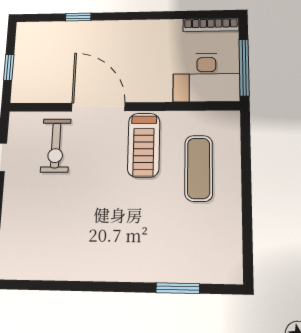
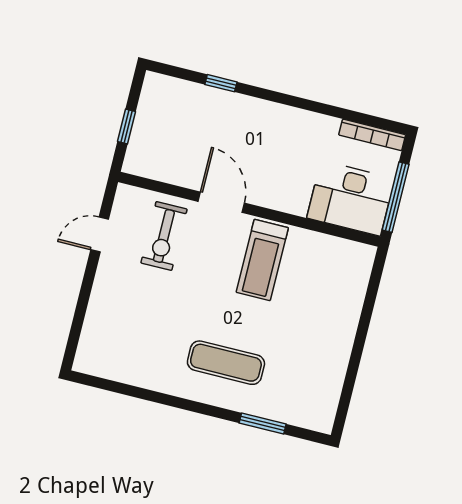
door: (98, 107) -> (221, 202), width x0.73
exercise mat: (199, 168) -> (226, 363), moved, turned 90

